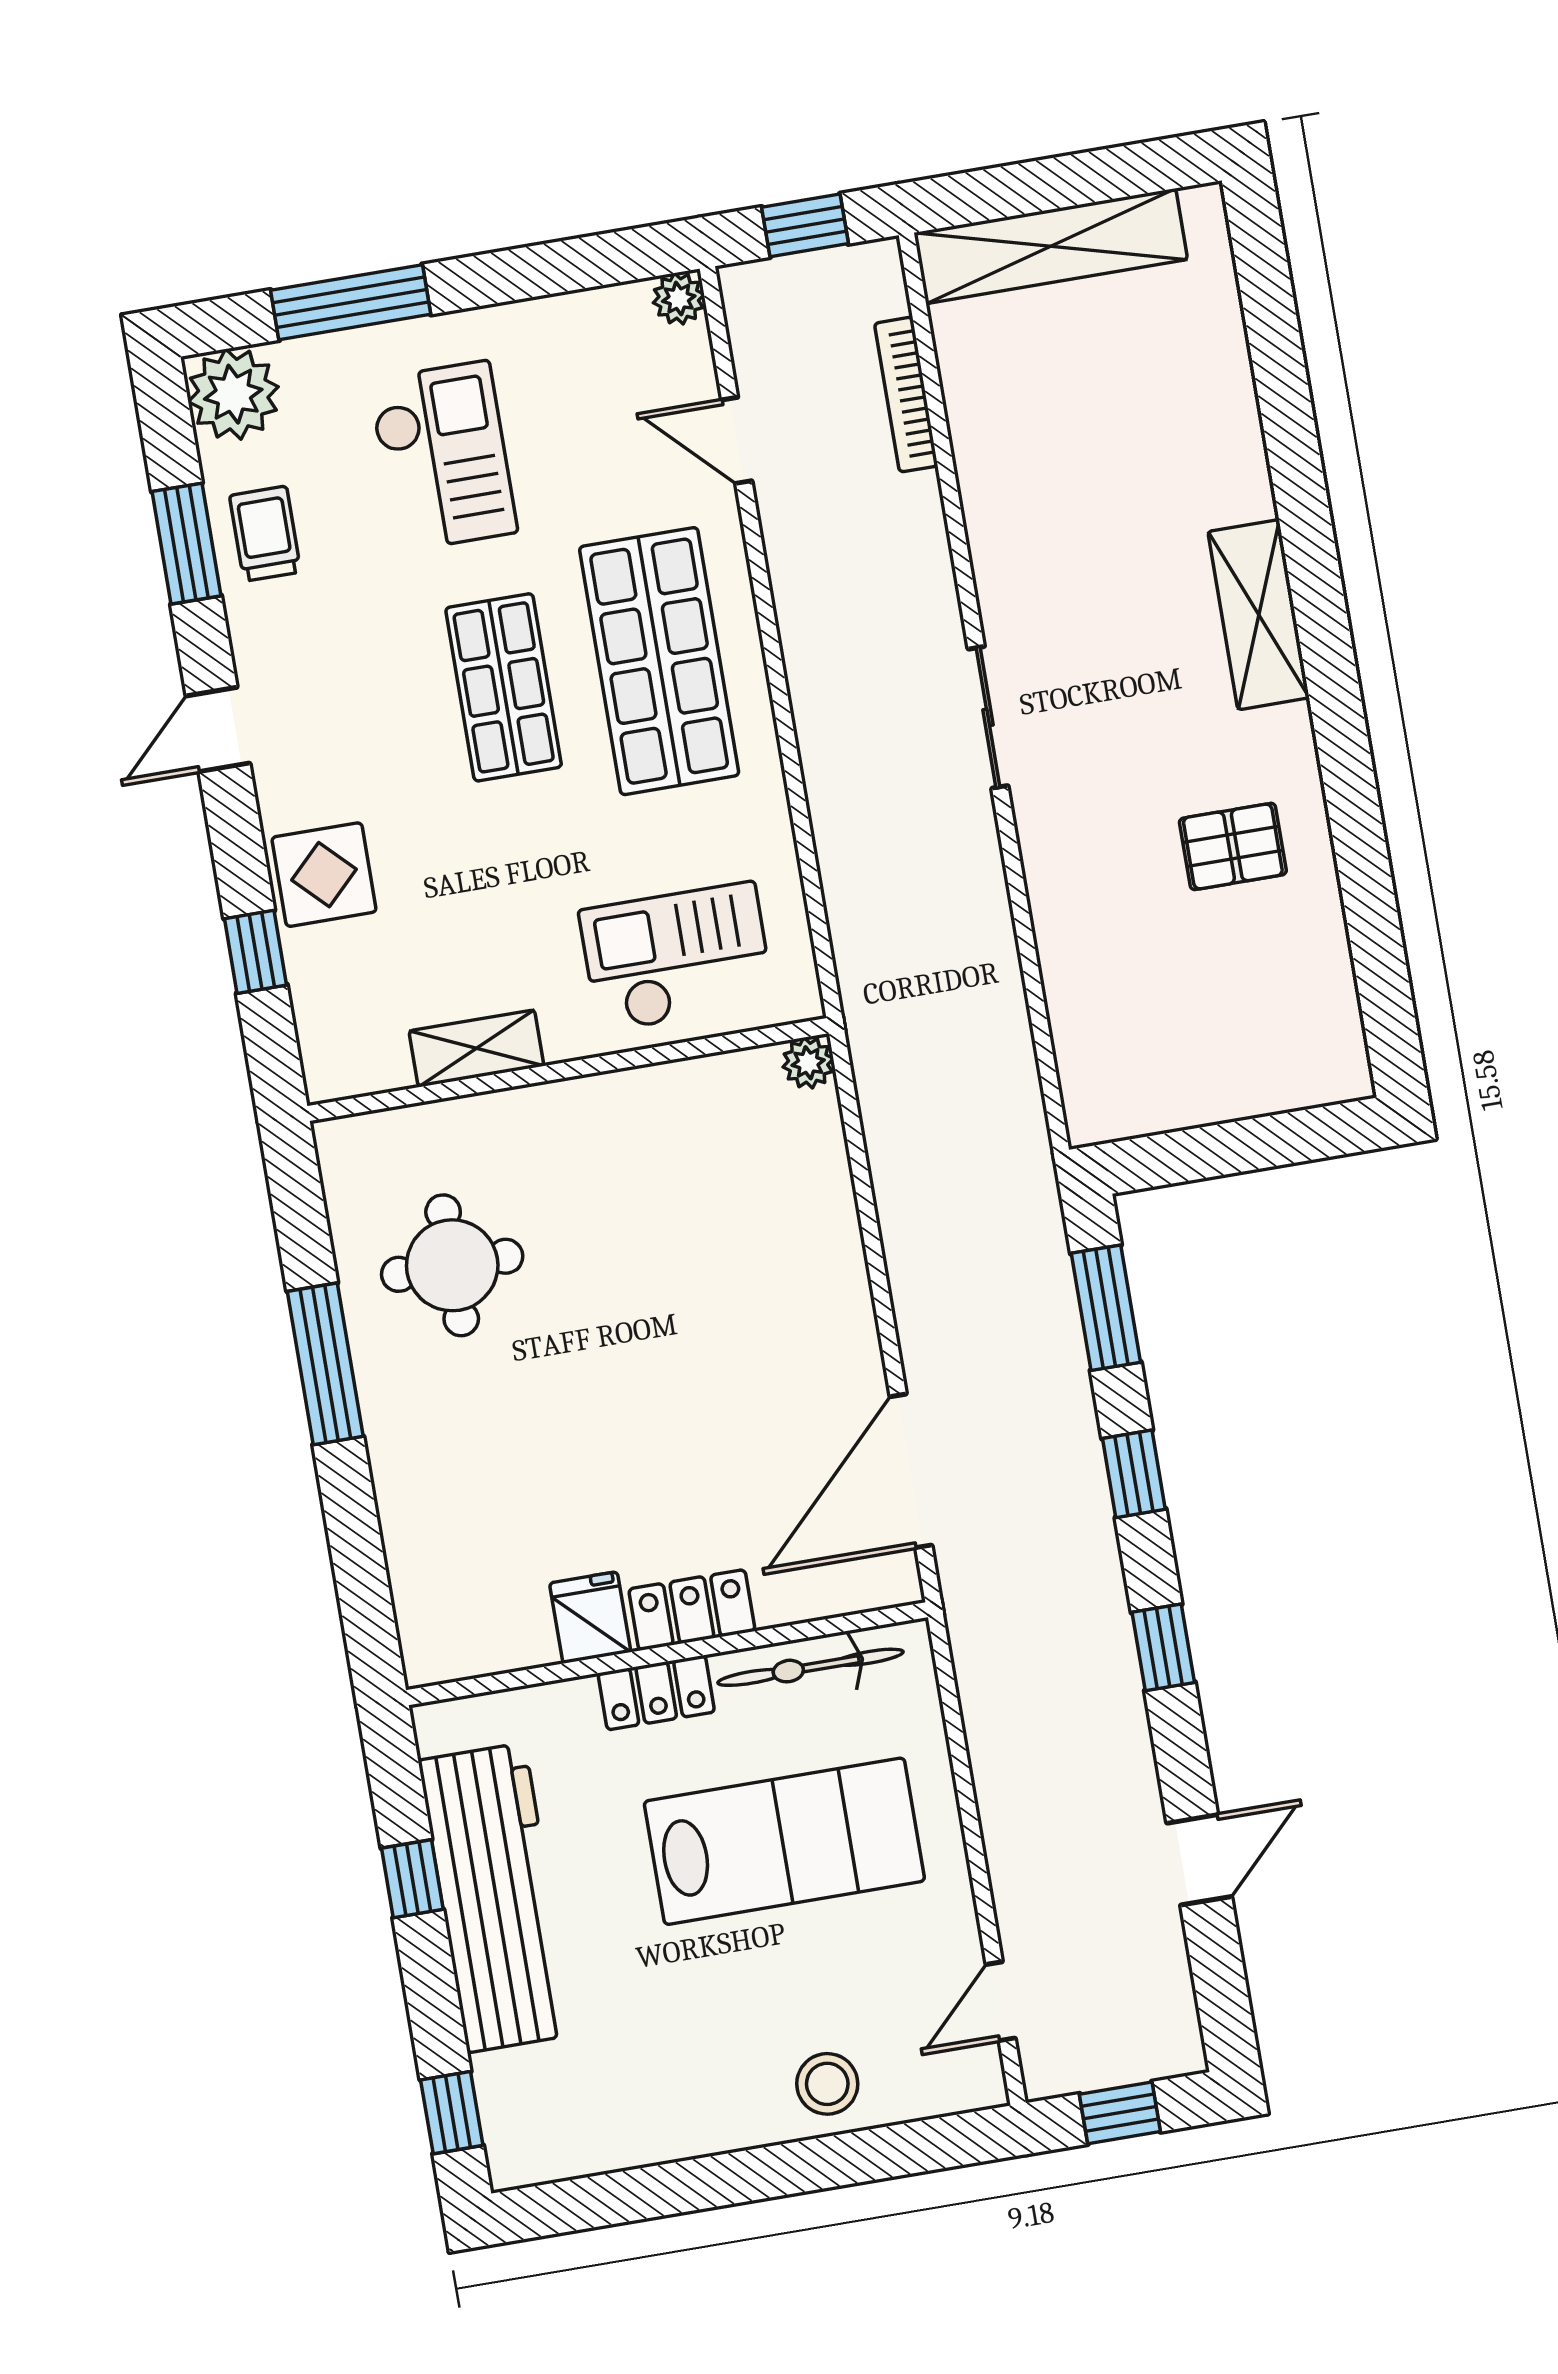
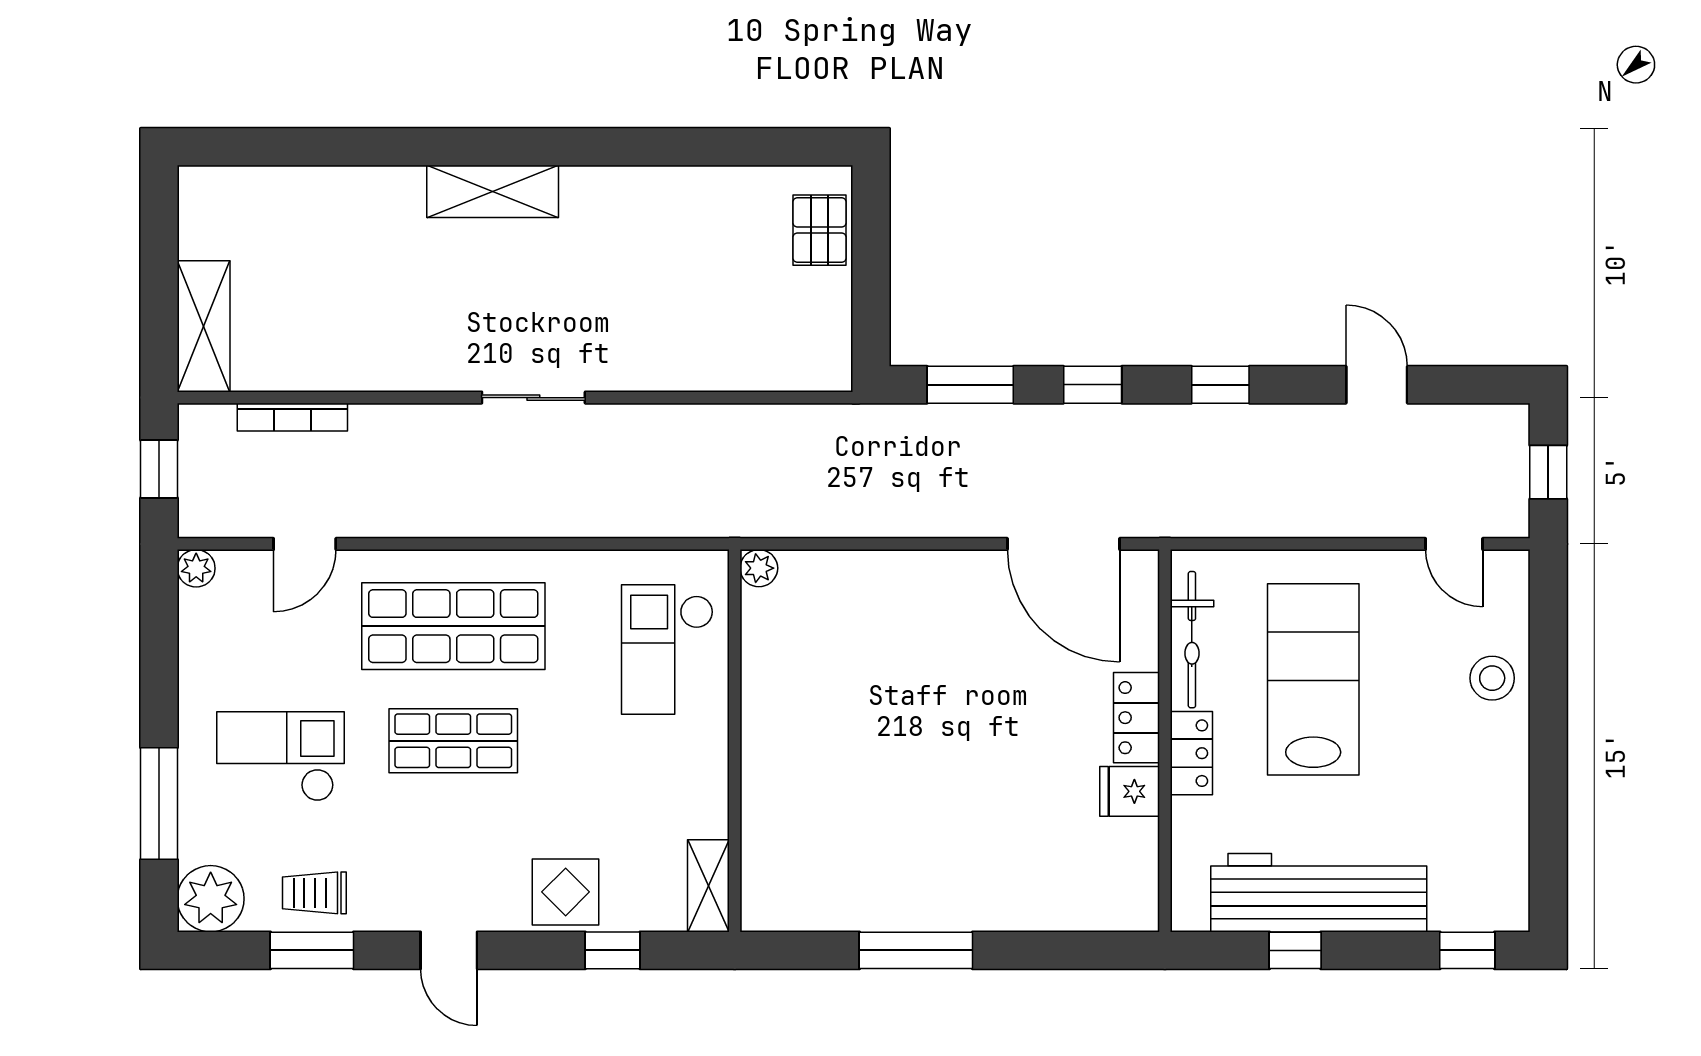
shelving: (1051, 246) -> (204, 326), width x0.68
pallet: (1233, 846) -> (820, 230), moved
shelving: (476, 1048) -> (708, 886), moved
round table: (452, 1265) -> (861, 848), removed

